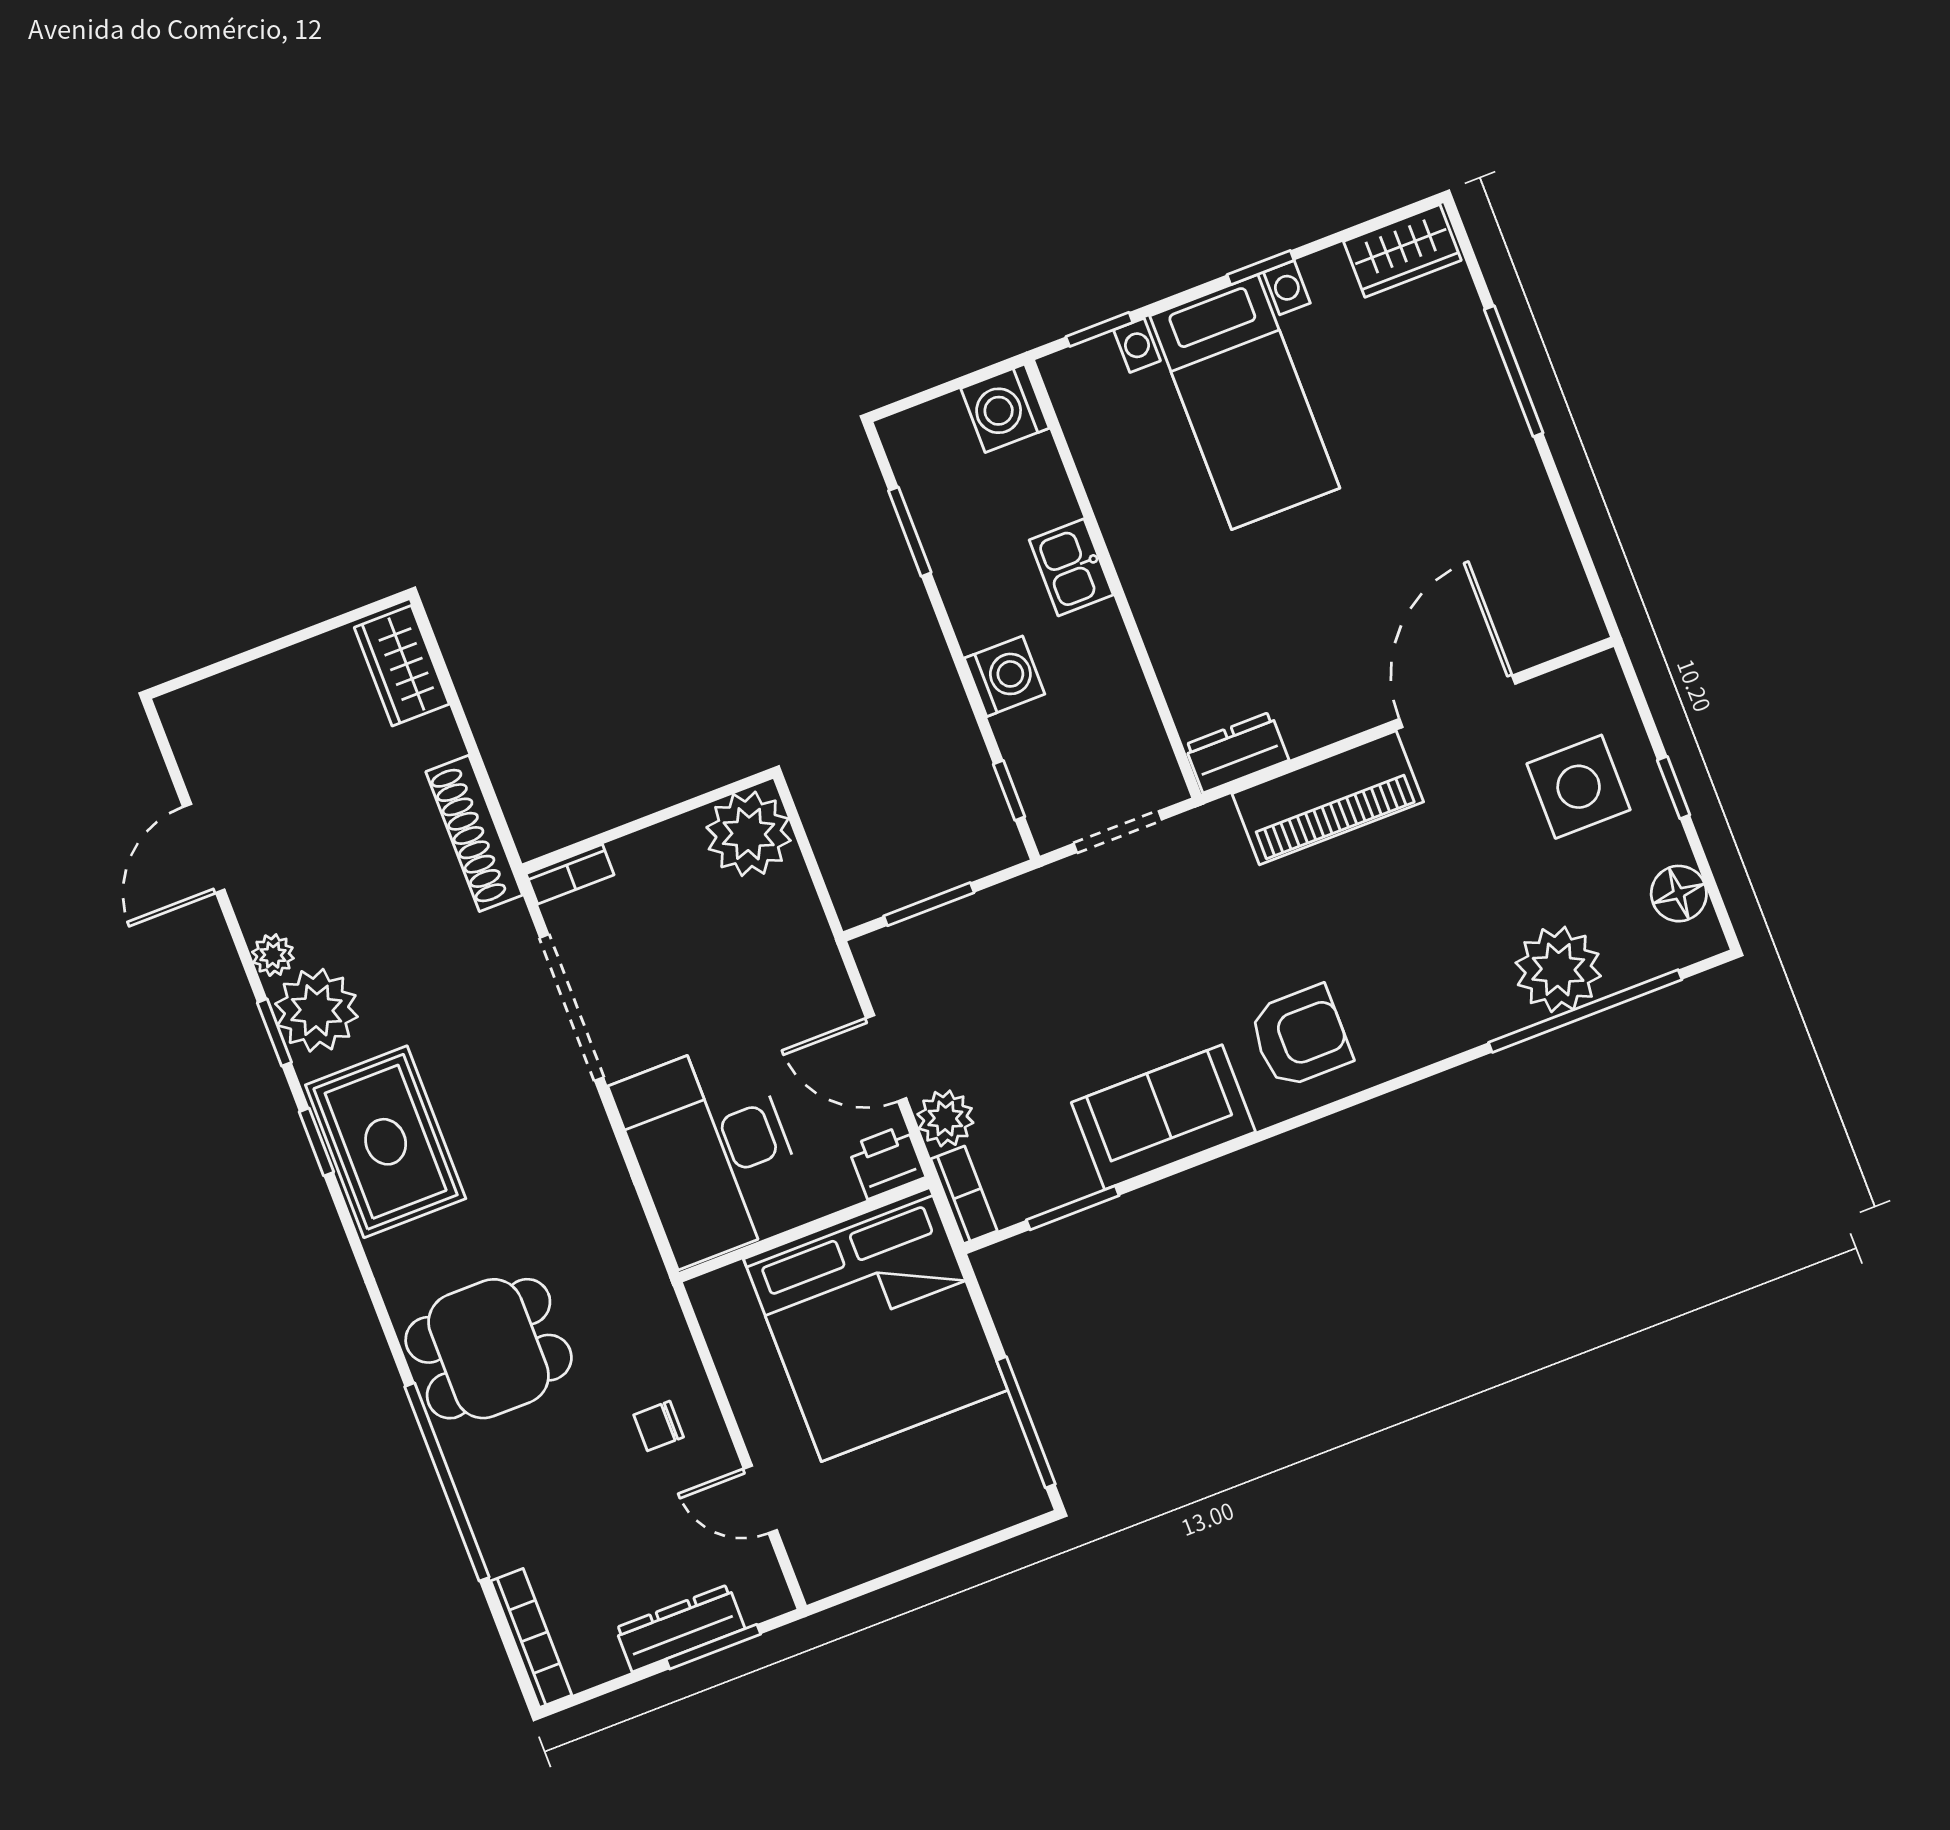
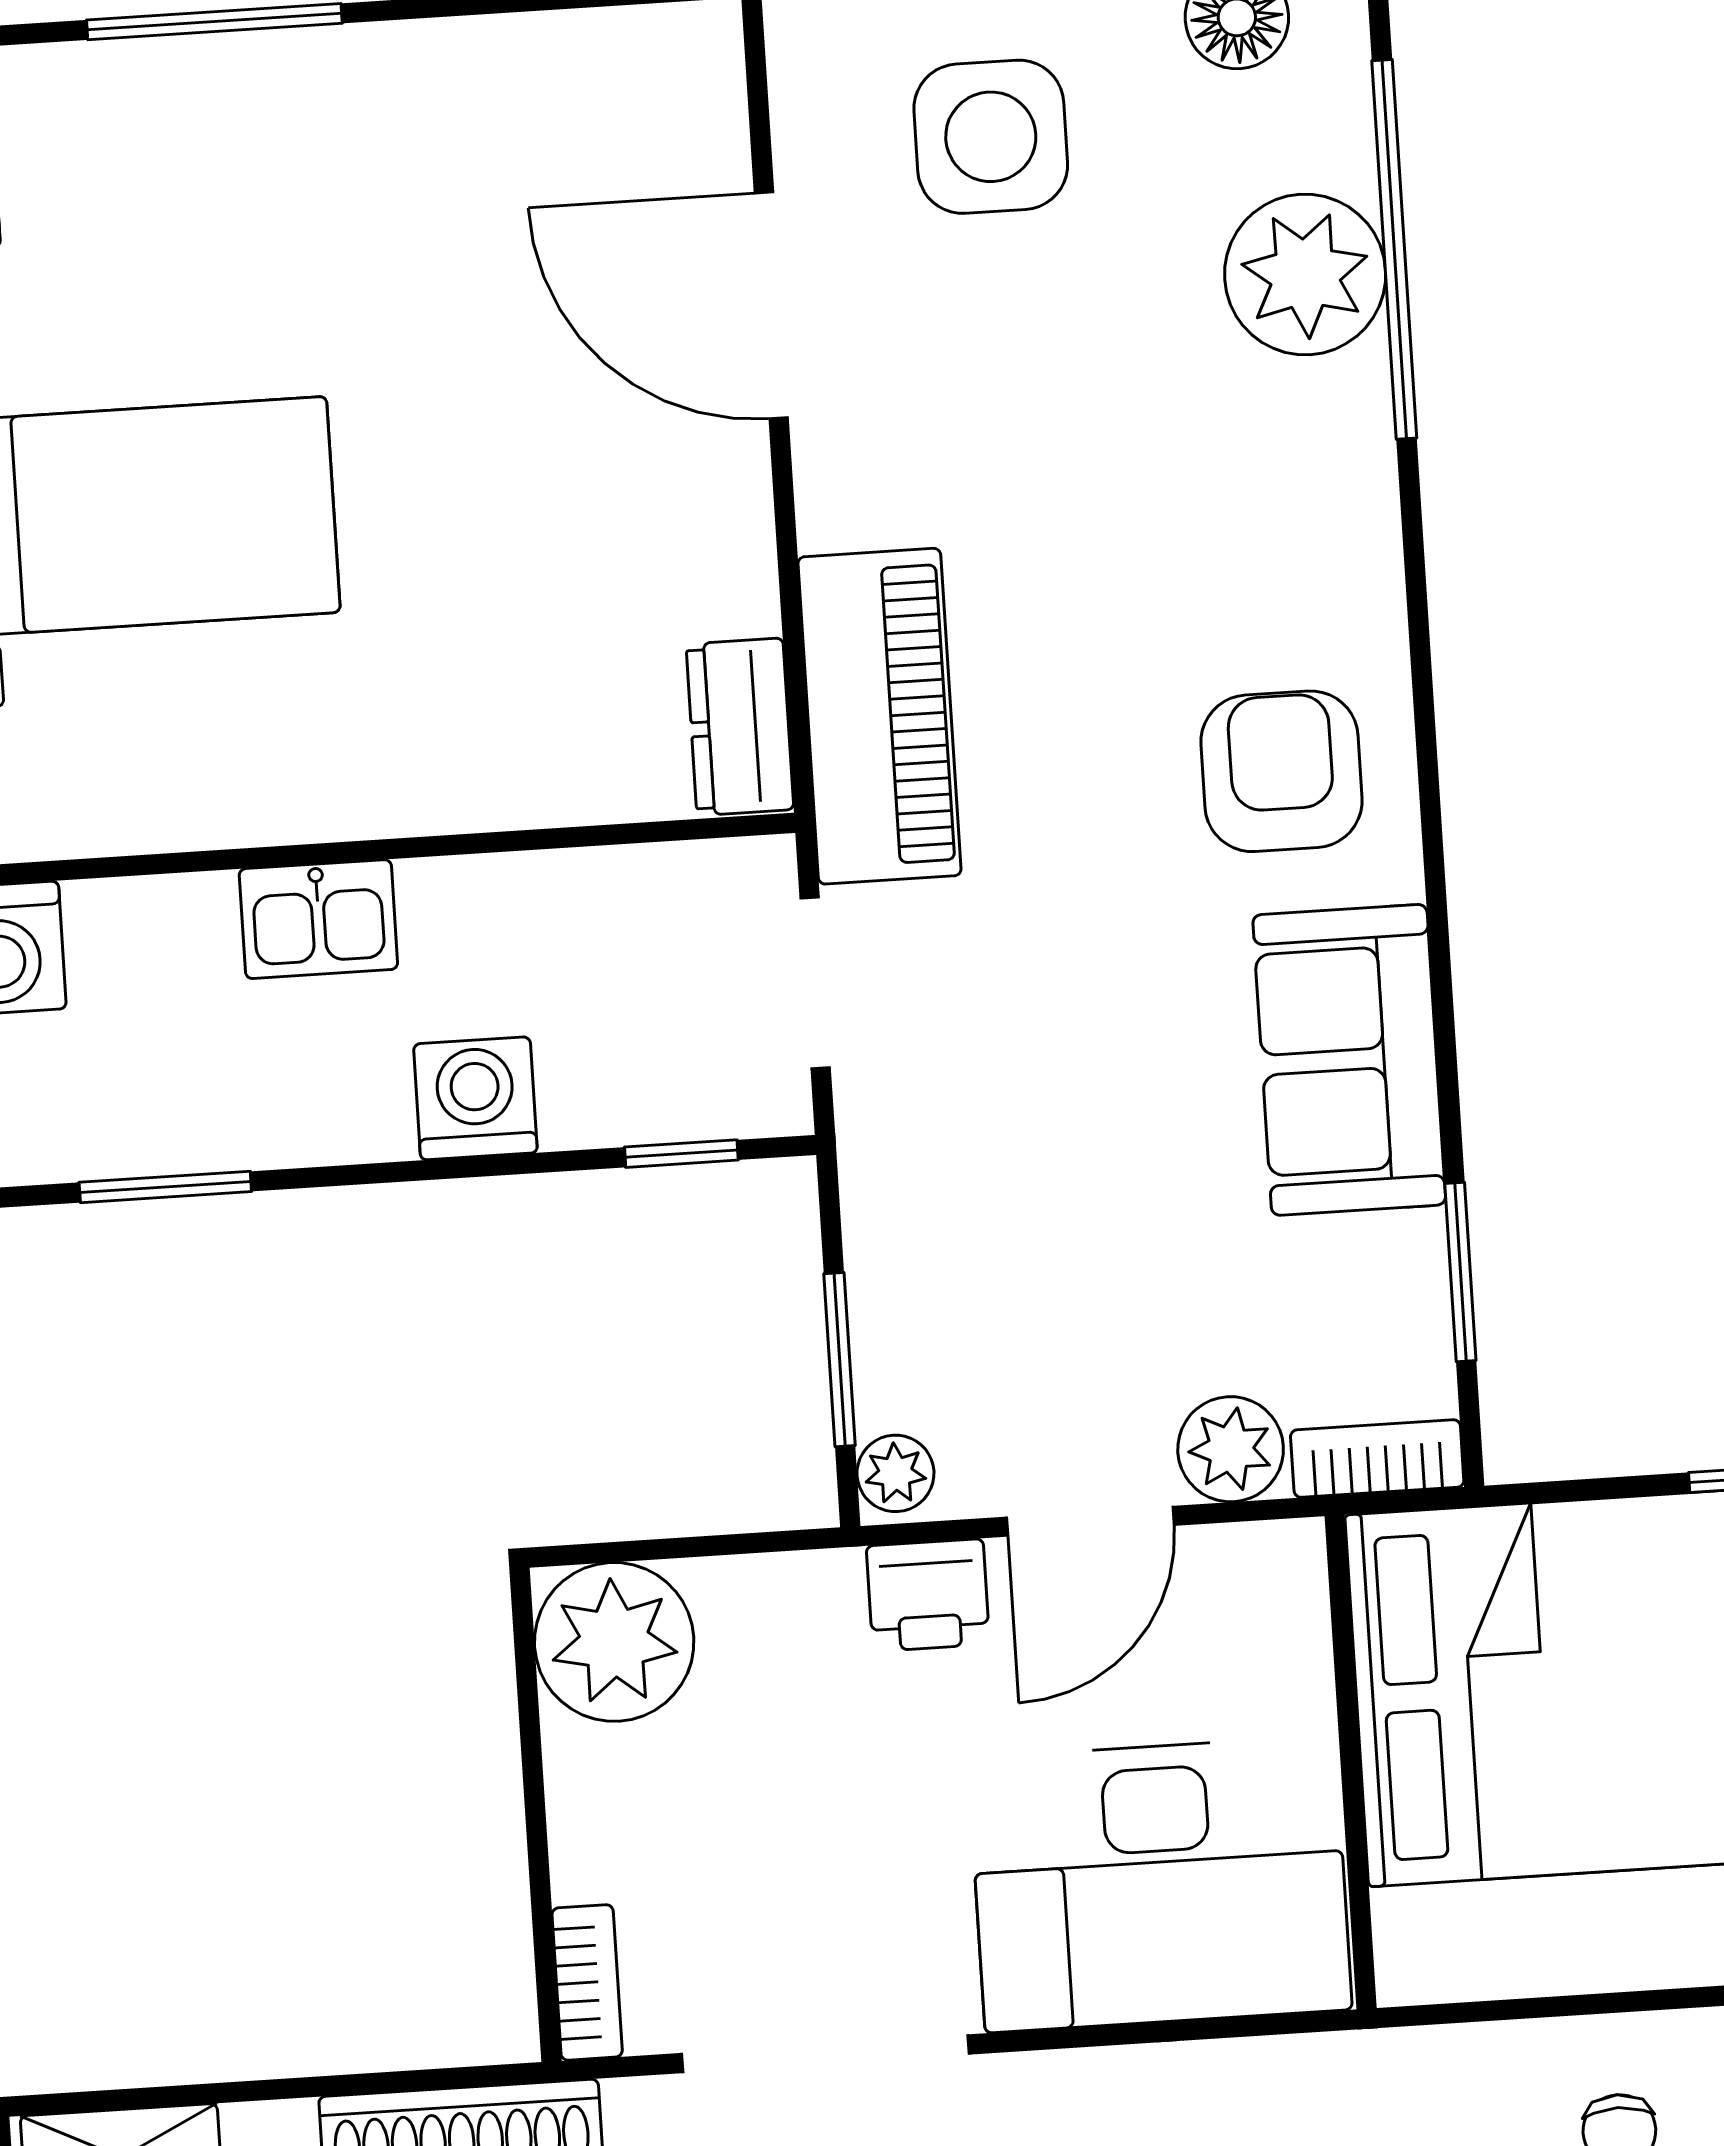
piano: (1328, 798) -> (880, 716), moved
plant: (880, 951) -> (895, 1473), added
printer: (887, 1162) -> (928, 1595), moved, turned -90

